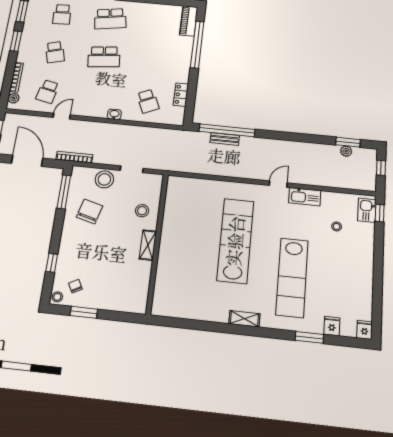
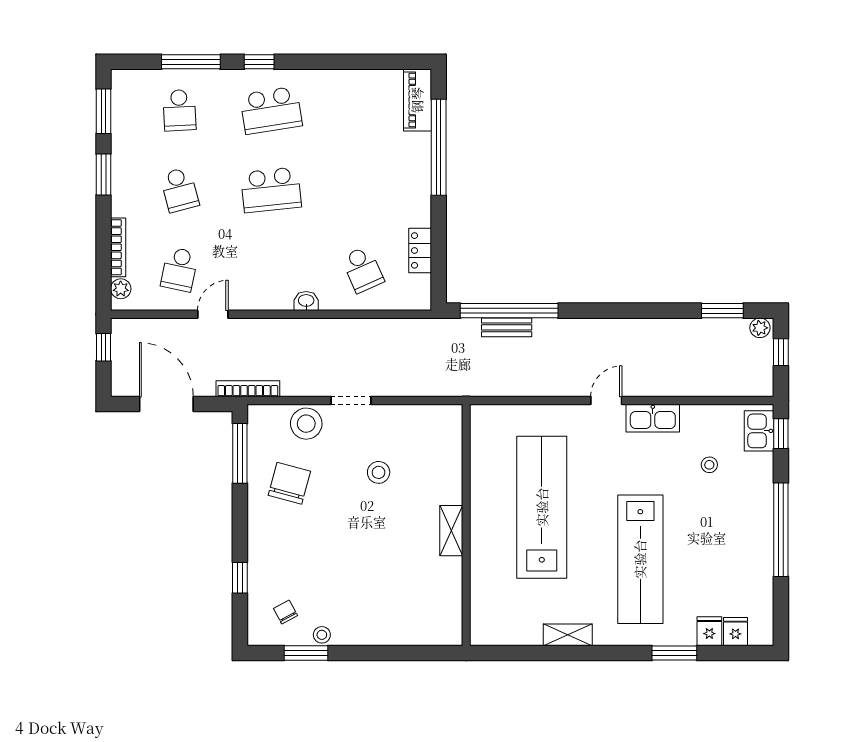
plant: (346, 151) -> (760, 328), moved
wall: (157, 243) -> (466, 525), moved
shelving: (148, 245) -> (451, 531), moved
window: (378, 269) -> (781, 530), added
stool: (57, 297) -> (322, 635), moved
fridge: (364, 330) -> (735, 632), moved

